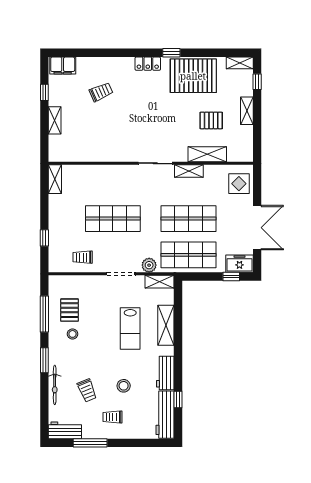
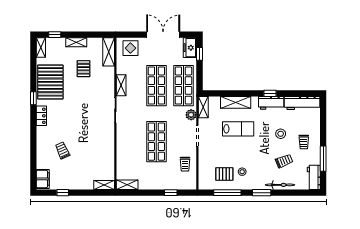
shelving: (55, 120) -> (104, 185), moved
shelving: (207, 154) -> (109, 52), moved
window: (178, 400) -> (270, 93), moved

